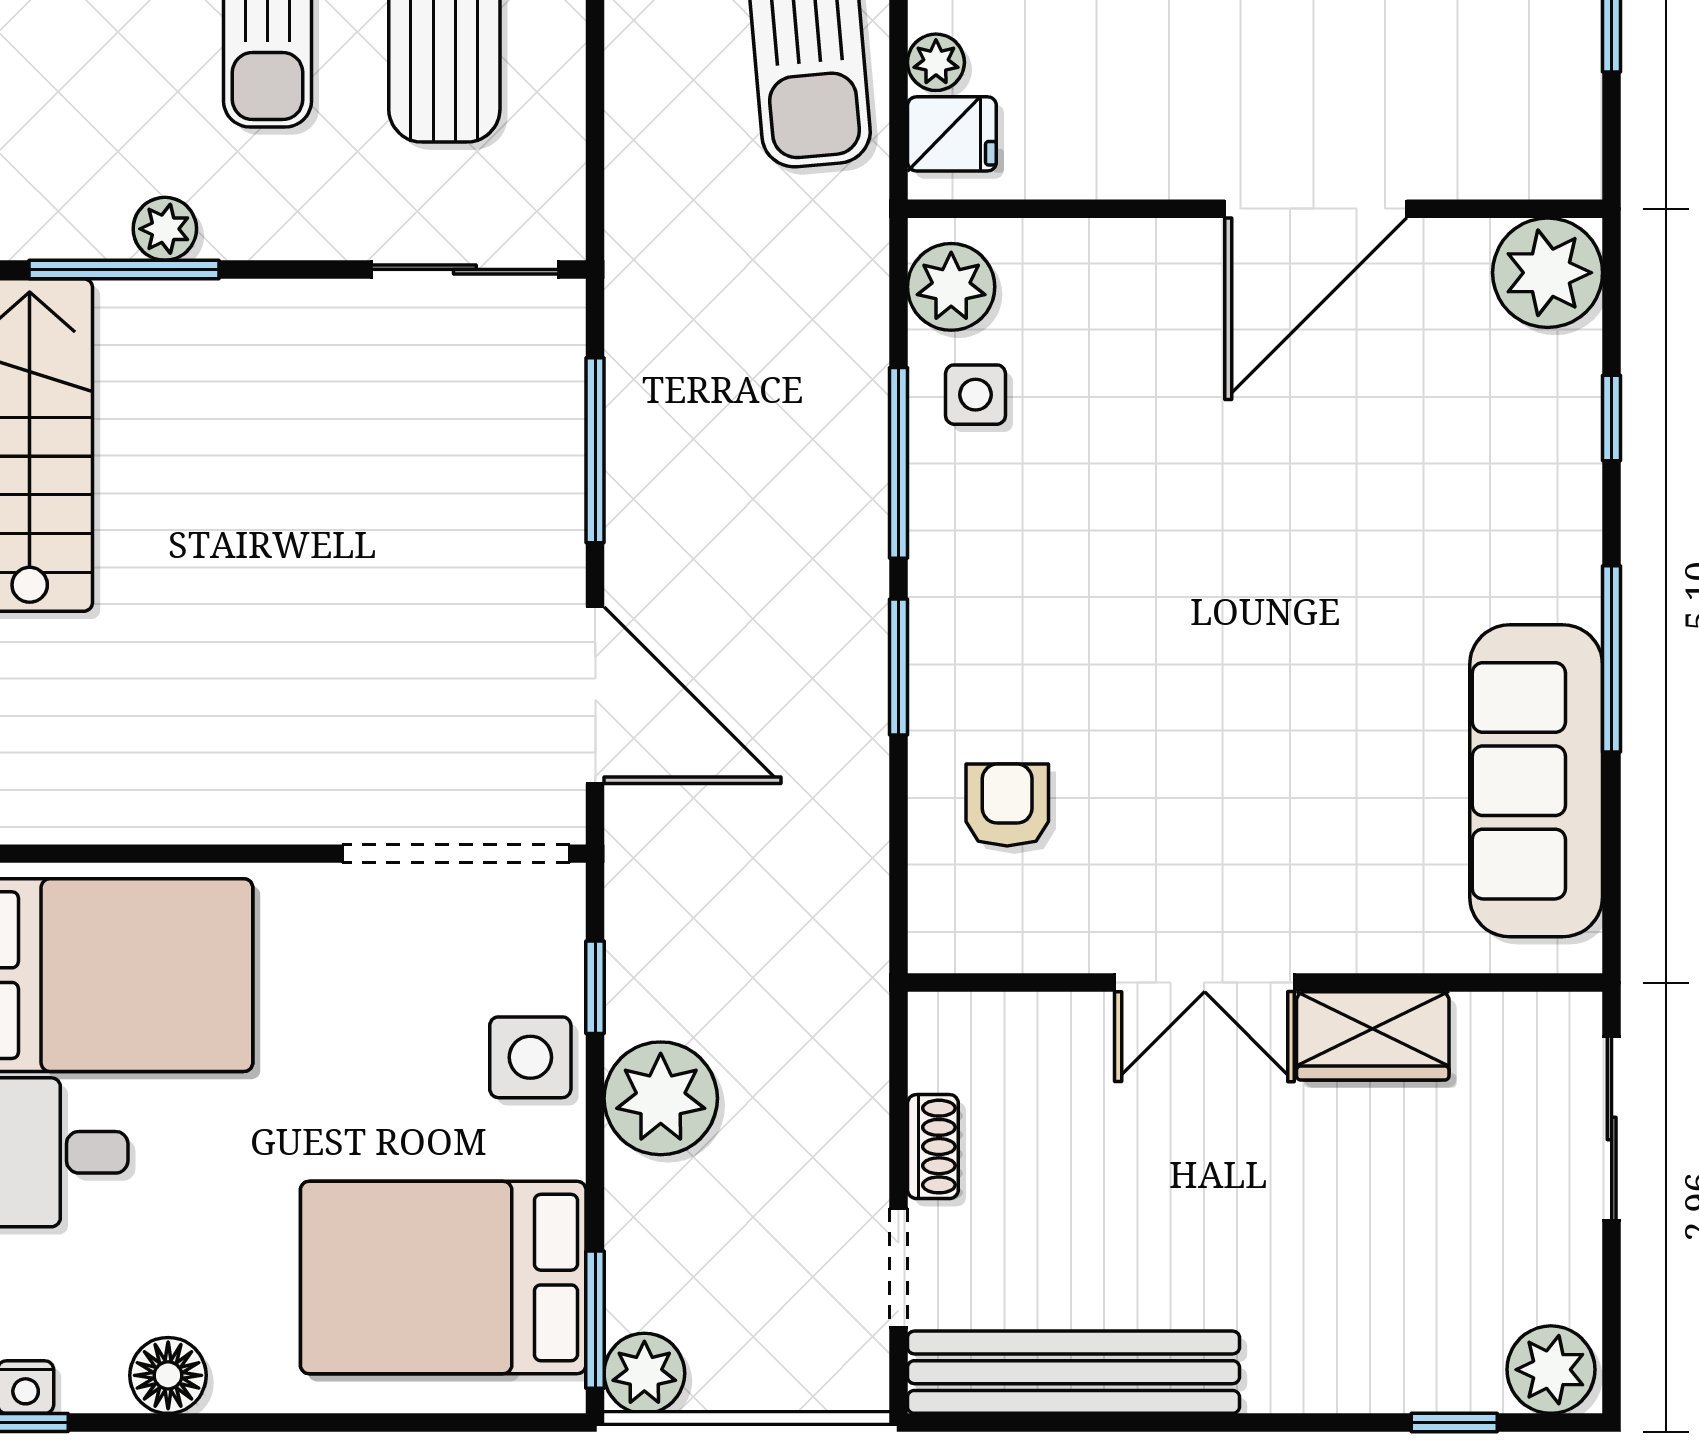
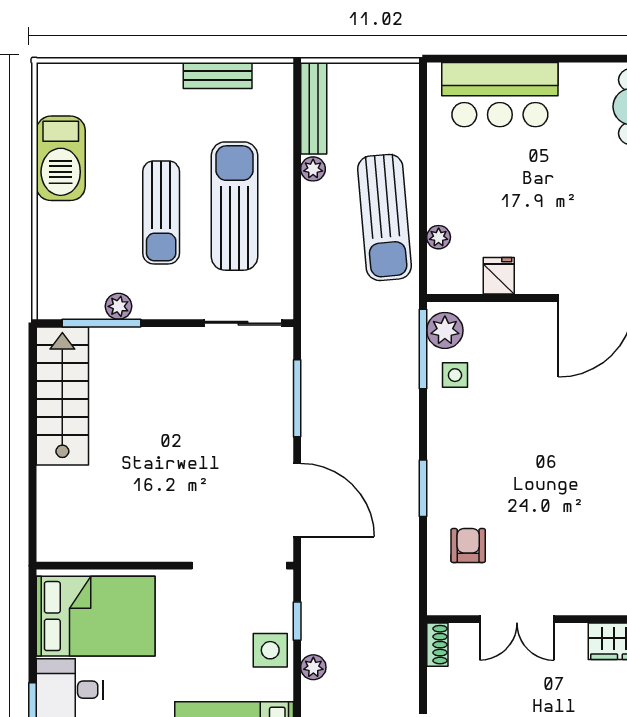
fridge: (952, 134) -> (499, 276), moved, turned -90
window: (898, 463) -> (423, 349), moved
double door: (1205, 983) -> (517, 619), moved
plant: (661, 1098) -> (313, 667), width x0.53, depth x0.53
shoe rack: (933, 1147) -> (437, 645), moved

